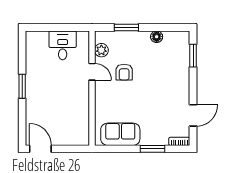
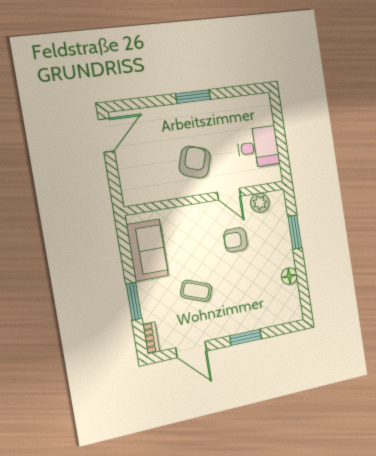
window: (193, 56) -> (246, 337), moved
door: (92, 72) -> (229, 194), hinge flipped
armchair: (66, 92) -> (195, 162), added
coffee table: (154, 106) -> (196, 291), added

